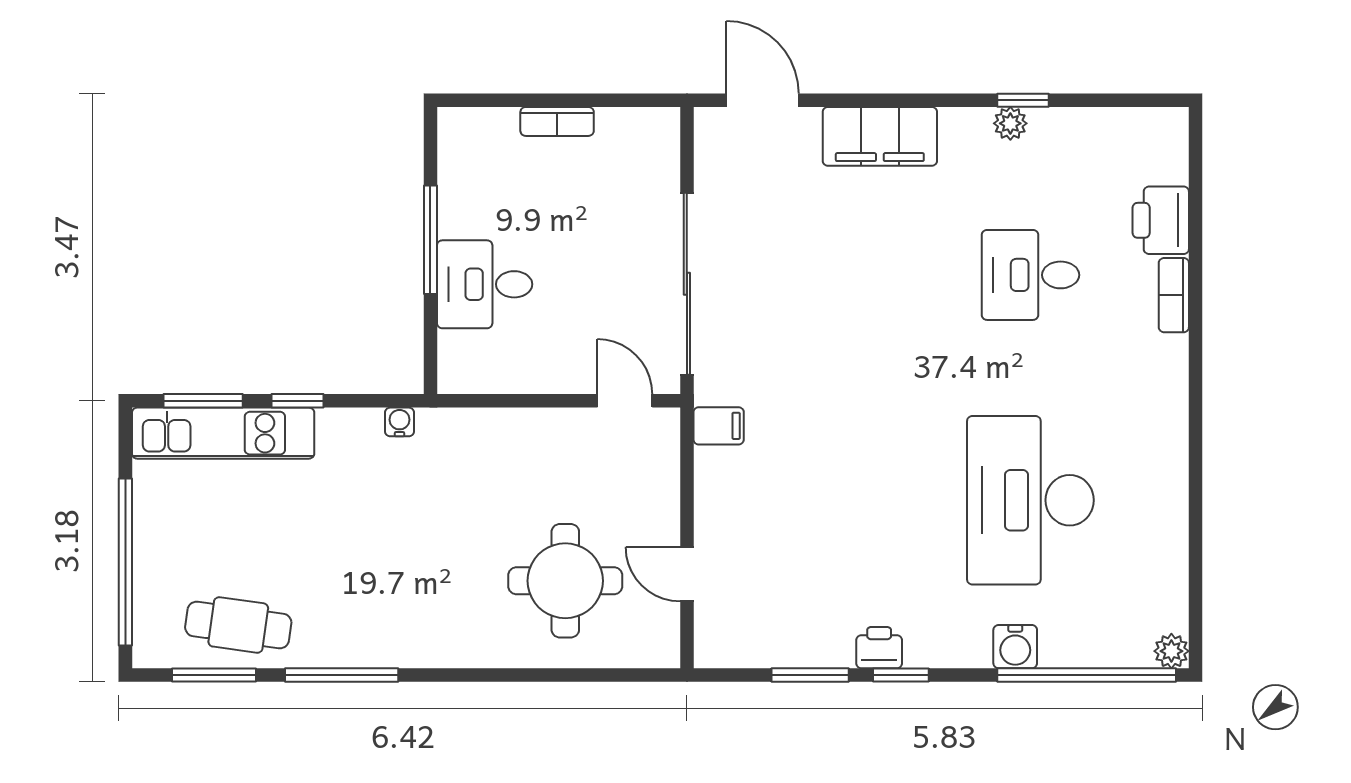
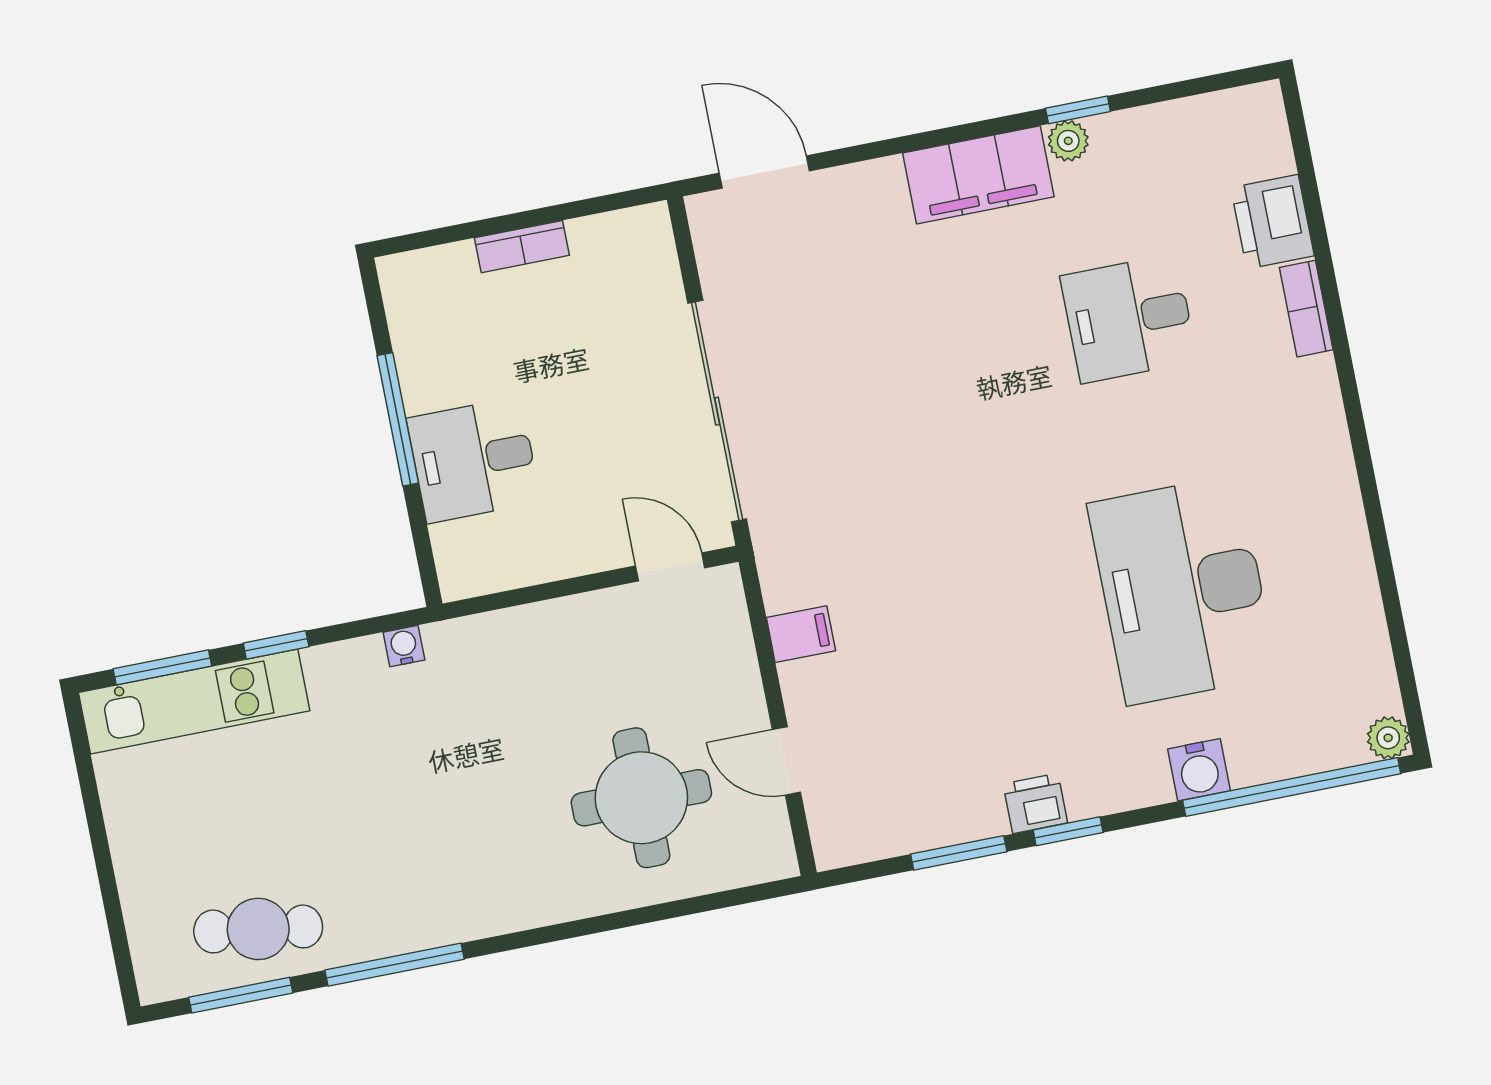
filing cabinet: (880, 136) -> (978, 175), moved
filing cabinet: (719, 426) -> (801, 634), moved
window: (125, 562) -> (107, 880), removed

